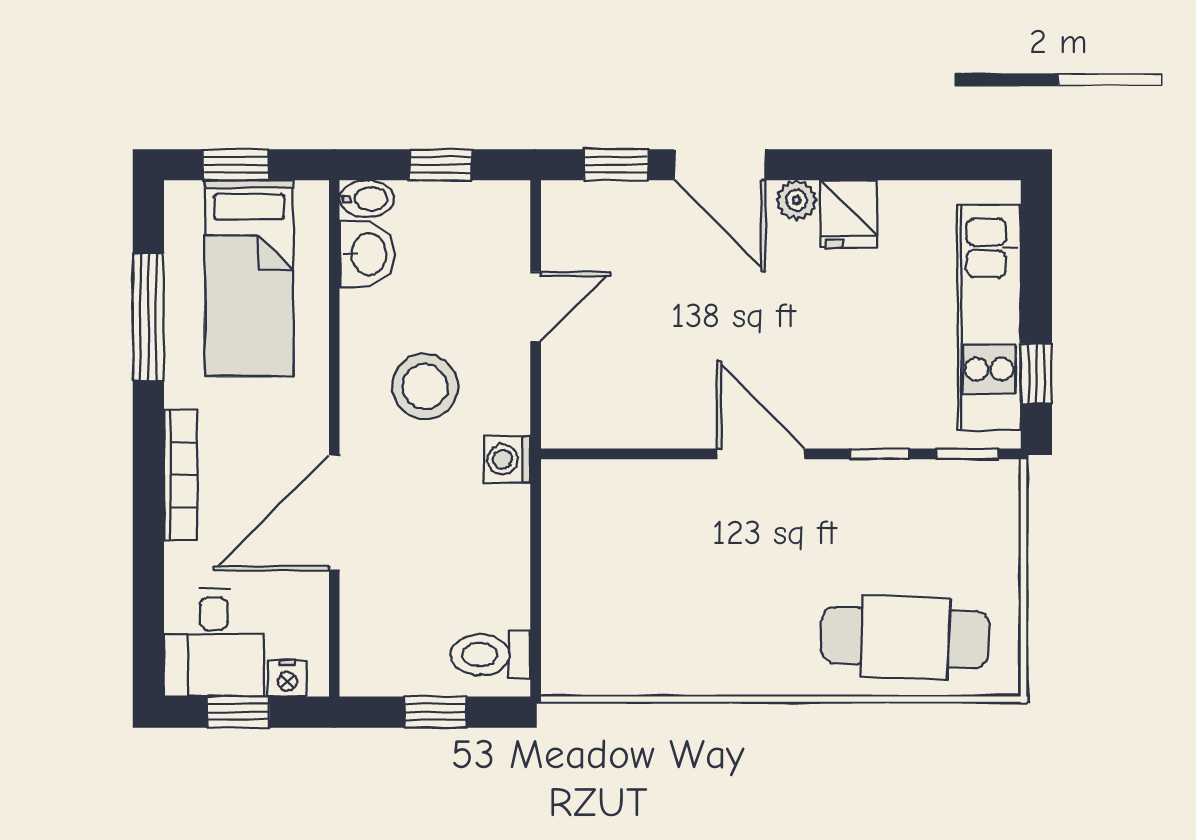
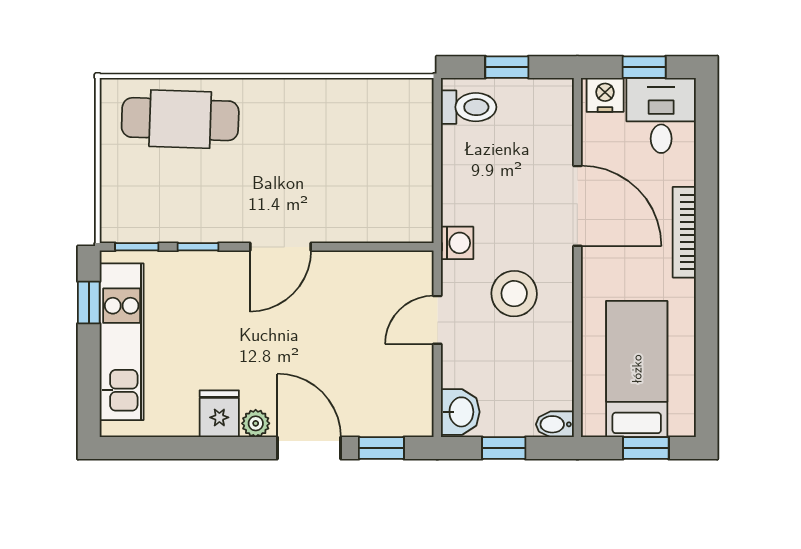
washbasin: (367, 254) -> (460, 412), moved, turned 180
door: (536, 307) -> (437, 320), moved
window: (148, 317) -> (707, 342), removed
door: (761, 454) -> (280, 247), hinge flipped
door: (334, 513) -> (577, 206), hinge flipped
nightstand: (287, 678) -> (605, 95), width x1.39, depth x1.35

